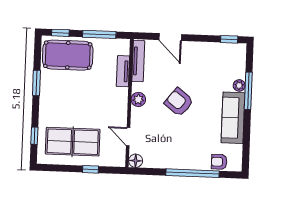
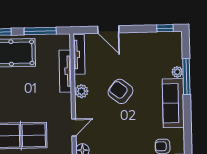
tv unit: (123, 71) -> (65, 71), width x1.41
door: (128, 137) -> (74, 127), swing flipped

